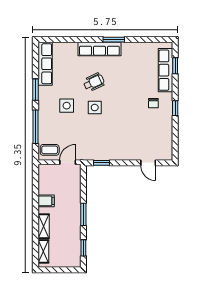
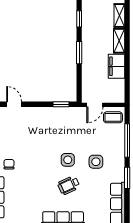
filing cabinet: (46, 201) -> (117, 66), width x2.00

